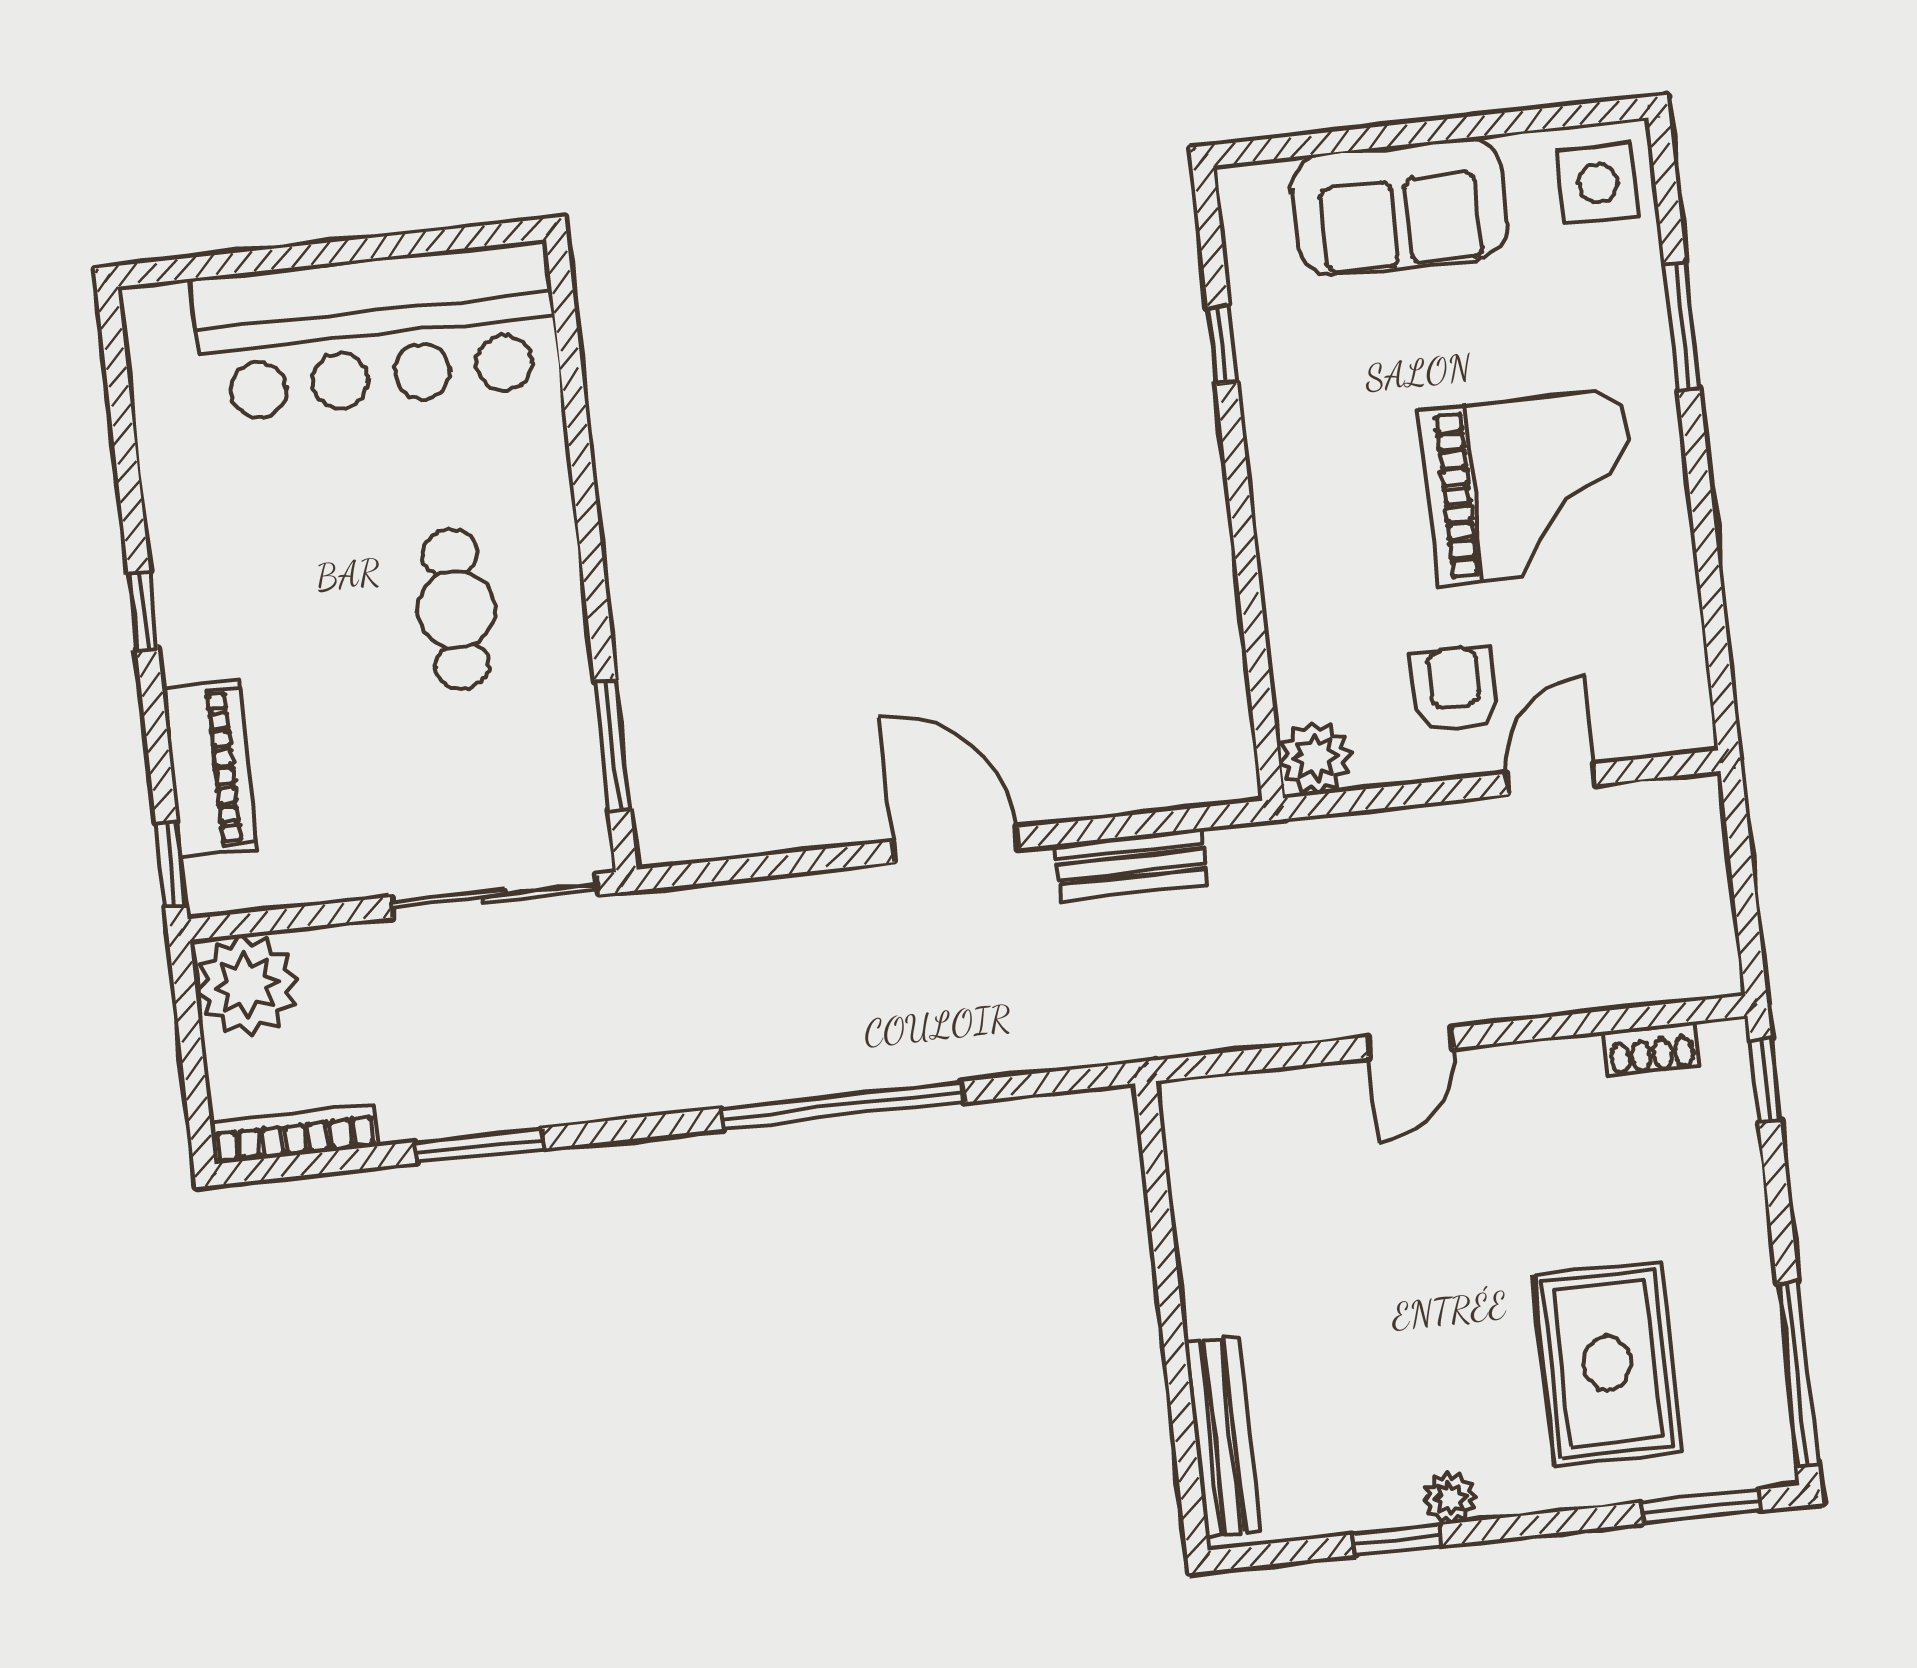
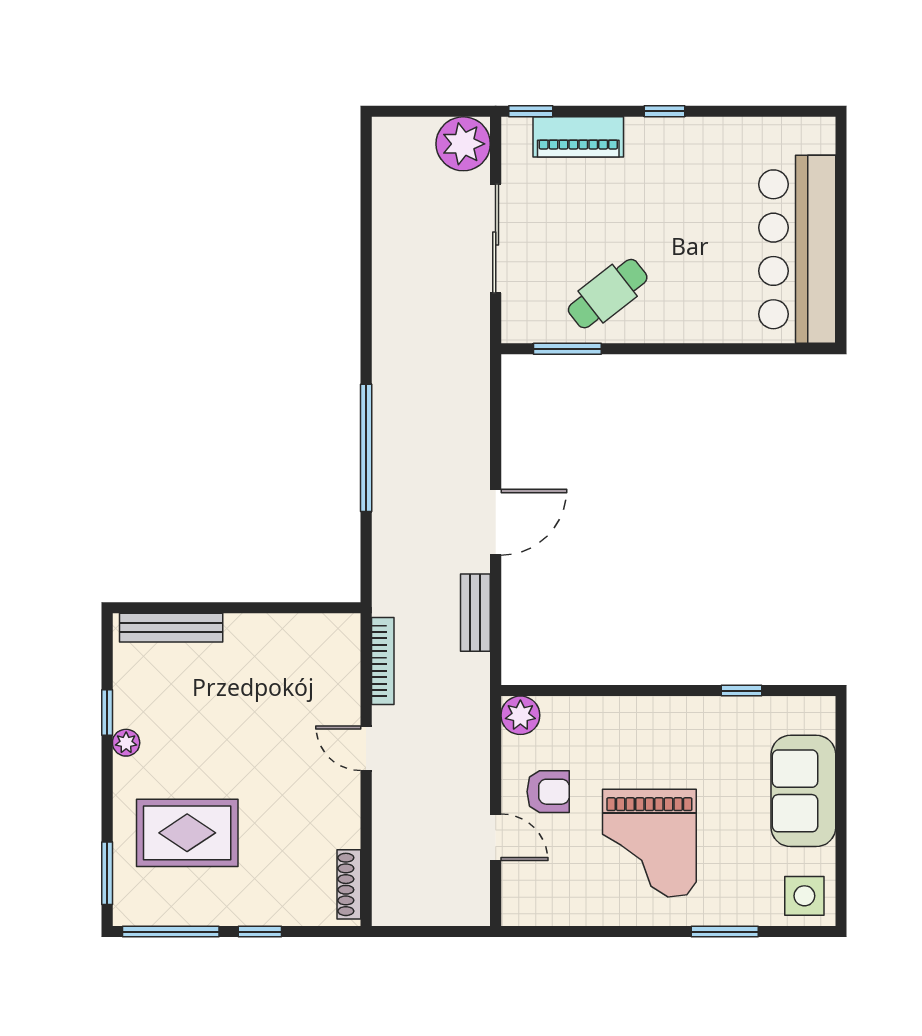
cafe table: (456, 610) -> (608, 294), moved, turned -38
sliding door: (494, 896) -> (496, 238), moved
shoe rack: (1651, 1049) -> (349, 884), width x1.43
window: (1765, 1081) -> (260, 932), moved
bookcase: (295, 1134) -> (383, 661), moved
window: (480, 1145) -> (366, 256), removed

